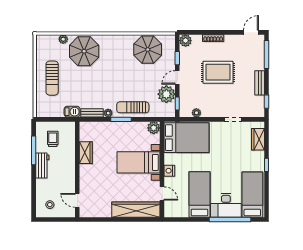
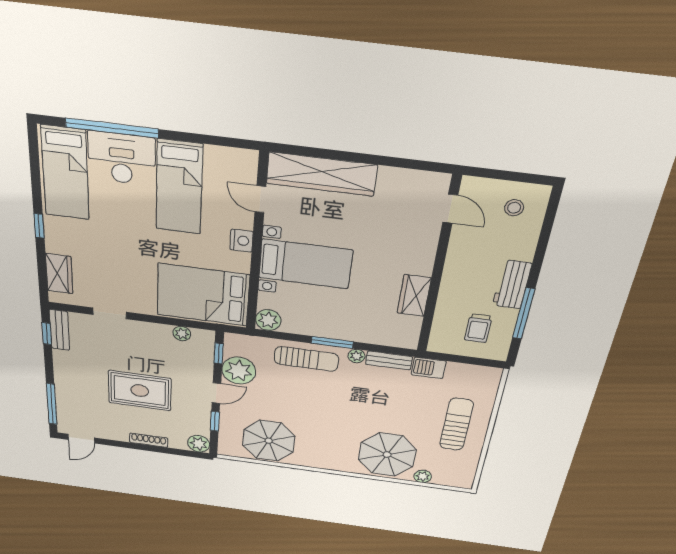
bench: (260, 83) -> (59, 330), moved

